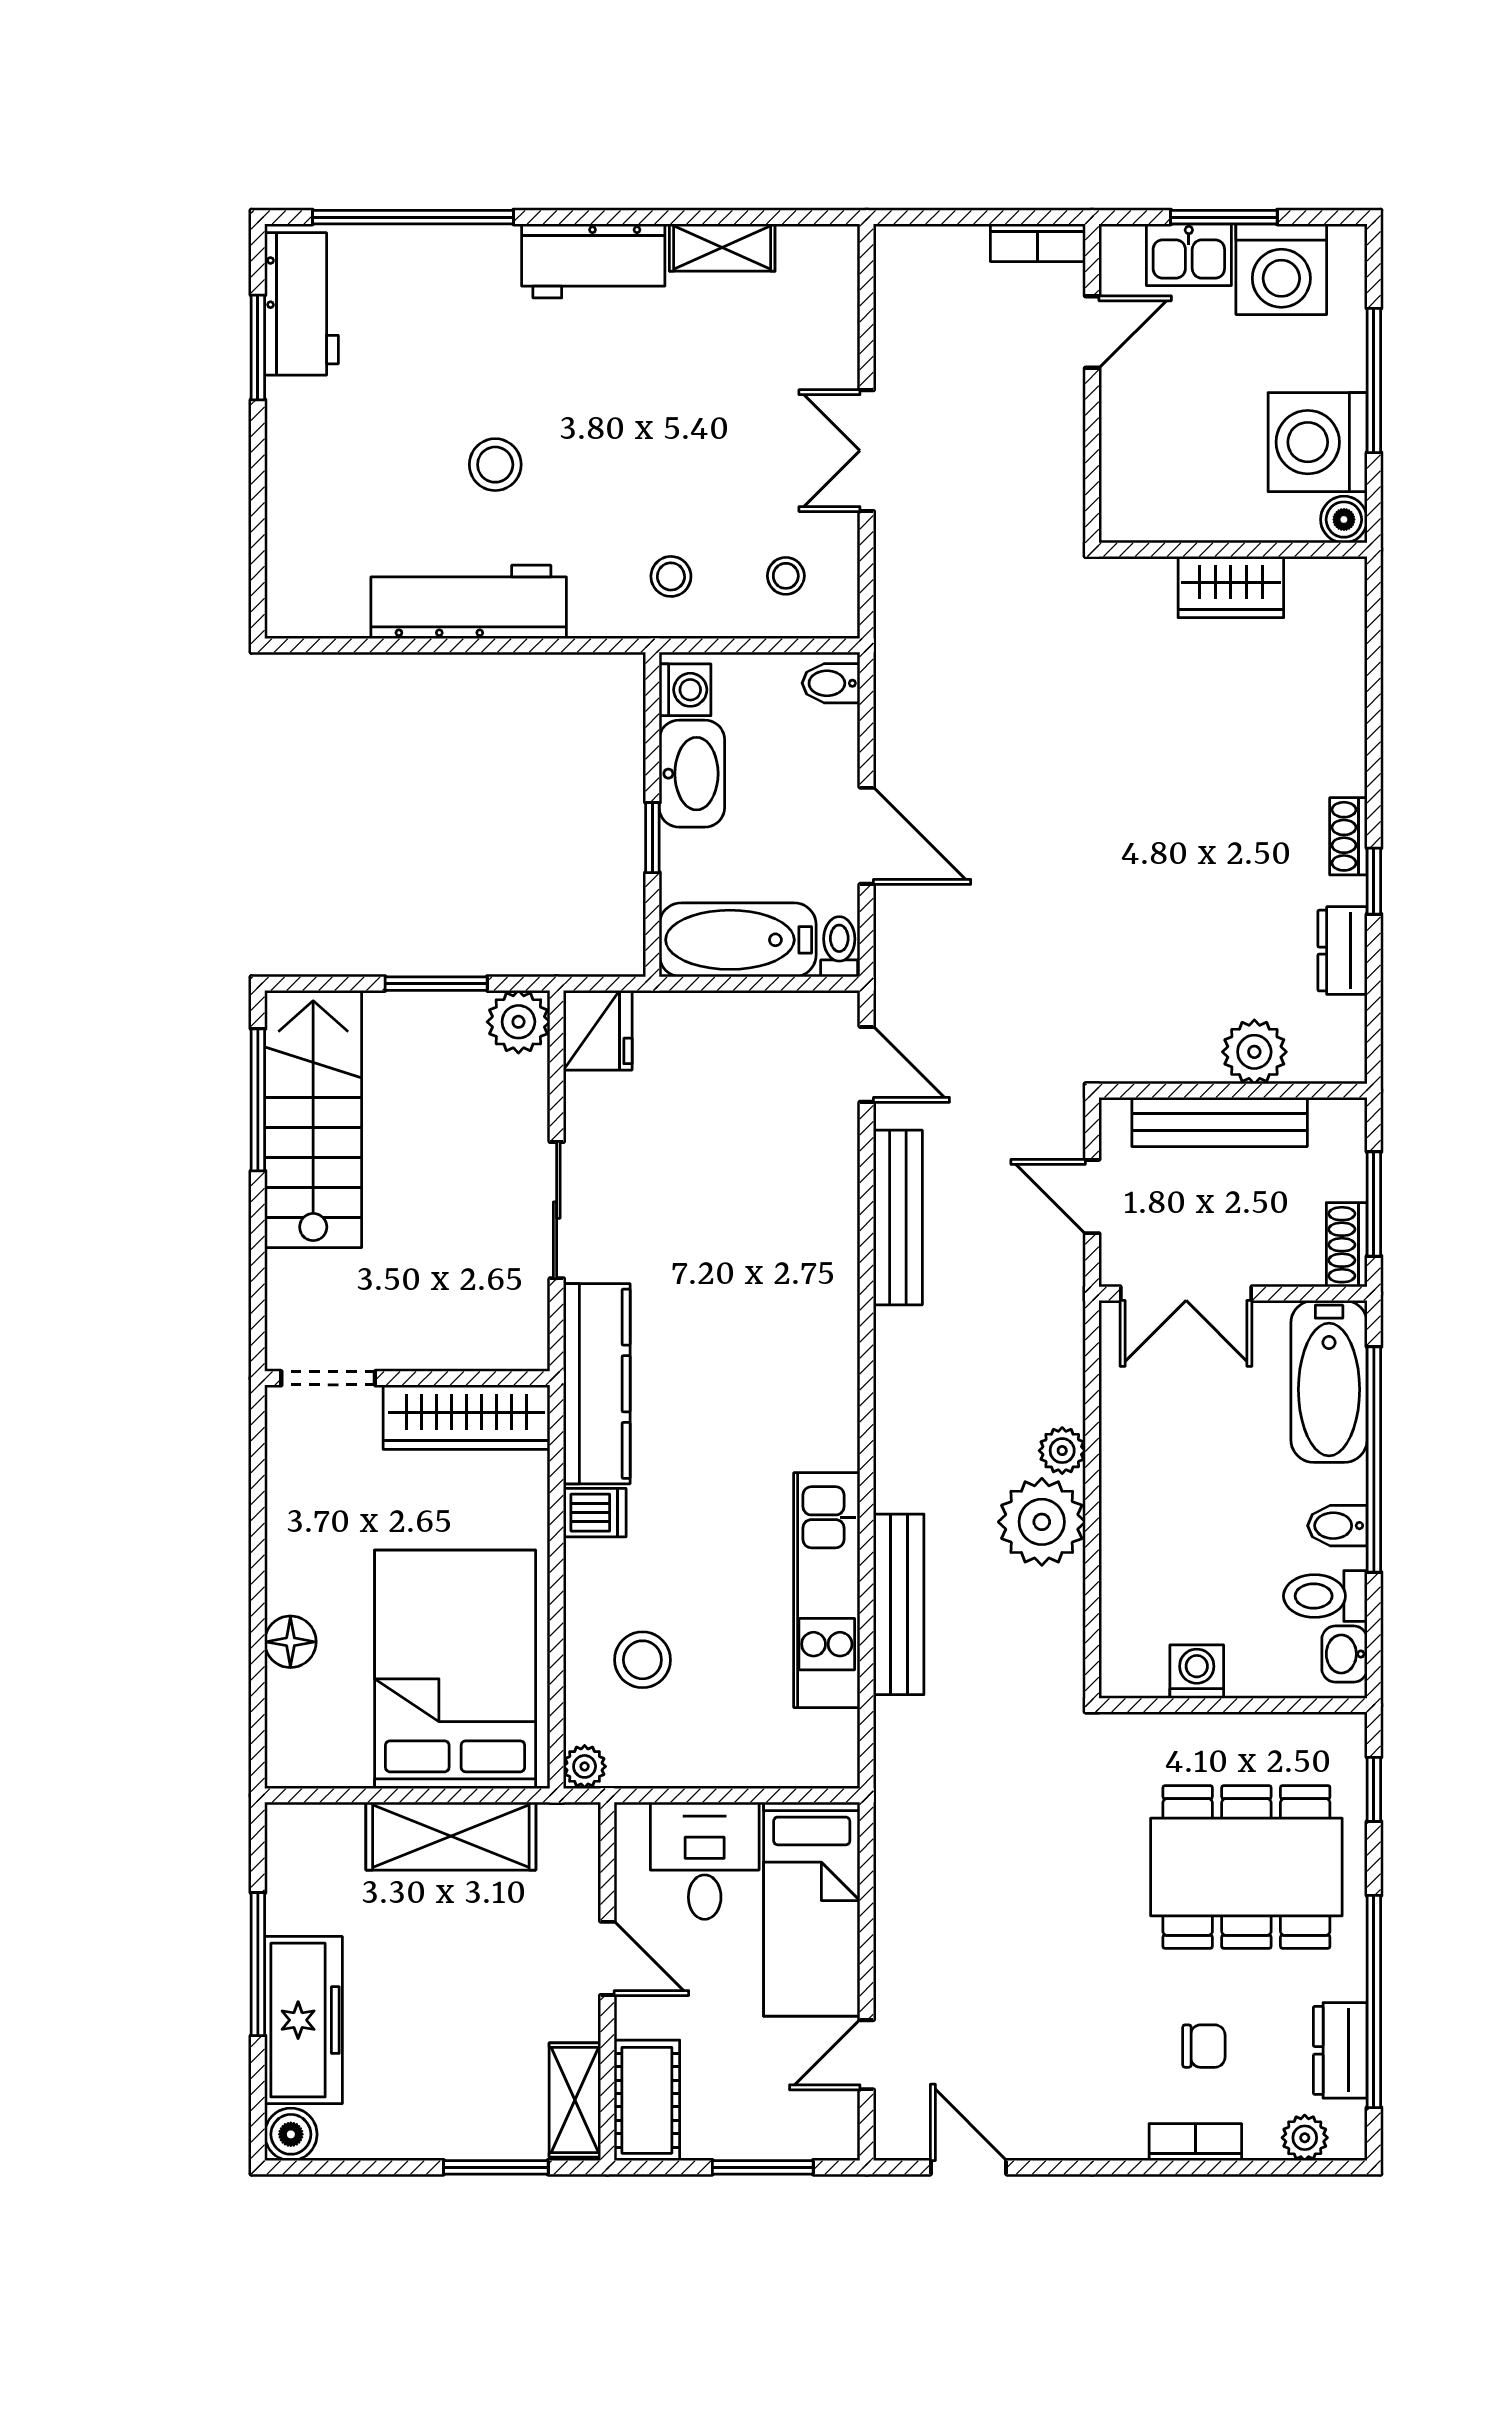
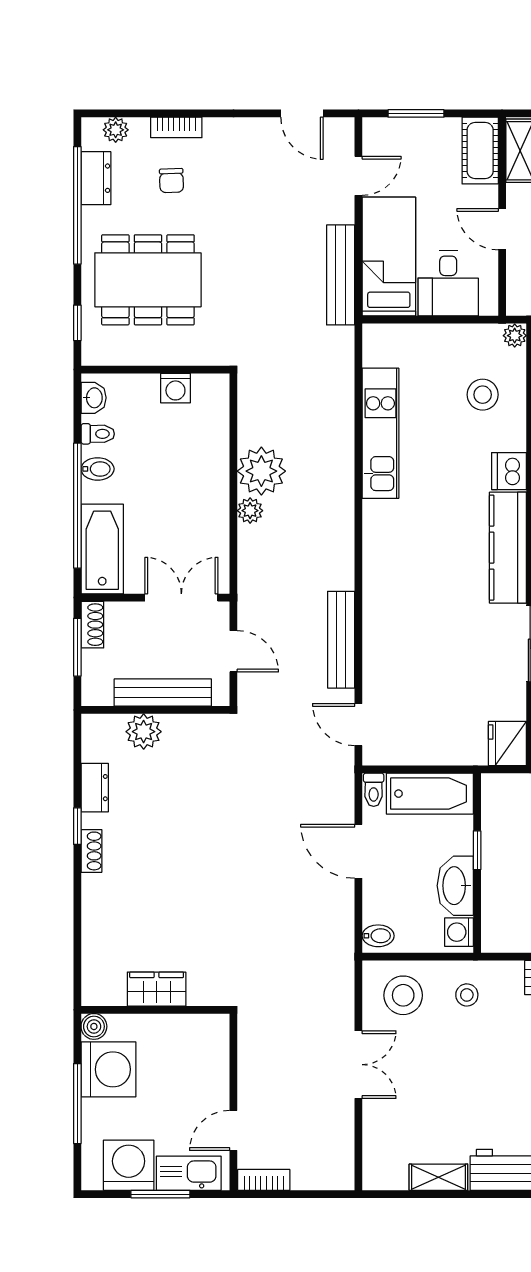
kitchen sink: (1189, 255) -> (189, 1173), width x1.38
stool: (786, 576) -> (403, 995), width x1.89, depth x1.89
dishwasher: (595, 1513) -> (509, 471), width x1.38
toilet: (1325, 1596) -> (98, 434), width x0.73, depth x0.72
bench: (899, 1604) -> (341, 275), moved
chair: (1204, 2046) -> (172, 181), turned -92

